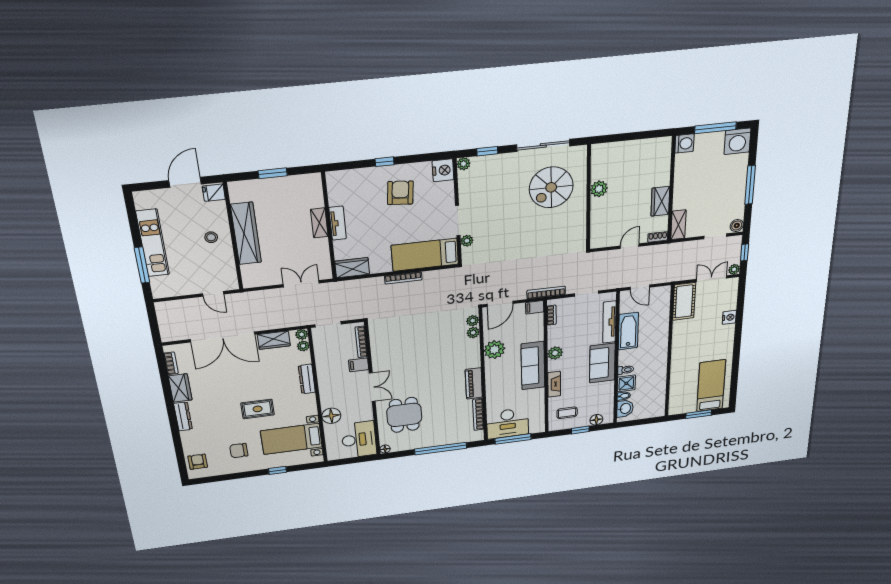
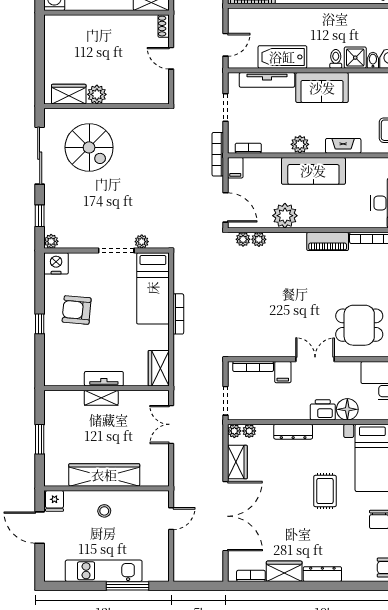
wardrobe: (660, 201) -> (69, 94), moved, turned 180
printer: (329, 398) -> (323, 410), added

